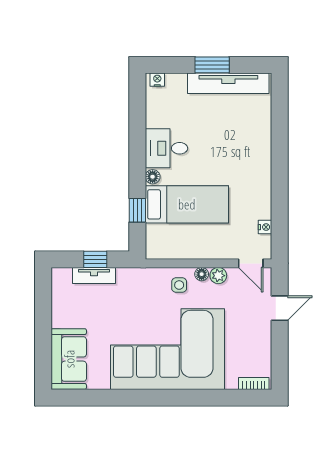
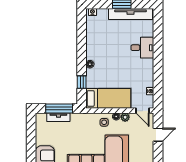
desk: (166, 148) -> (142, 48), moved, turned 180
bed: (187, 204) -> (108, 98), moved
window: (95, 259) -> (59, 108), width x2.17

